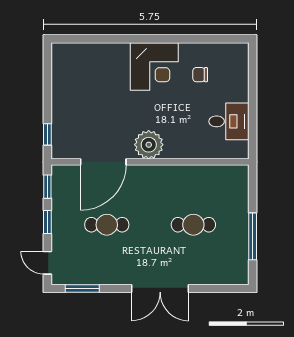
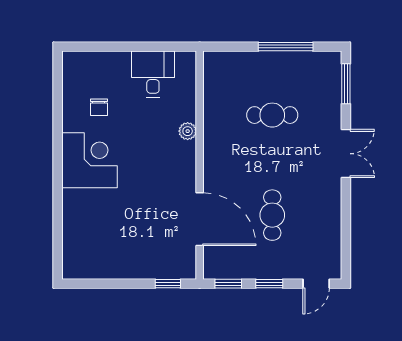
plant: (149, 145) -> (188, 131), moved, width x0.53, depth x0.53
cafe table: (193, 225) -> (272, 115), turned 90
window: (82, 289) -> (346, 84), moved
double door: (160, 289) -> (346, 154), width x0.73

